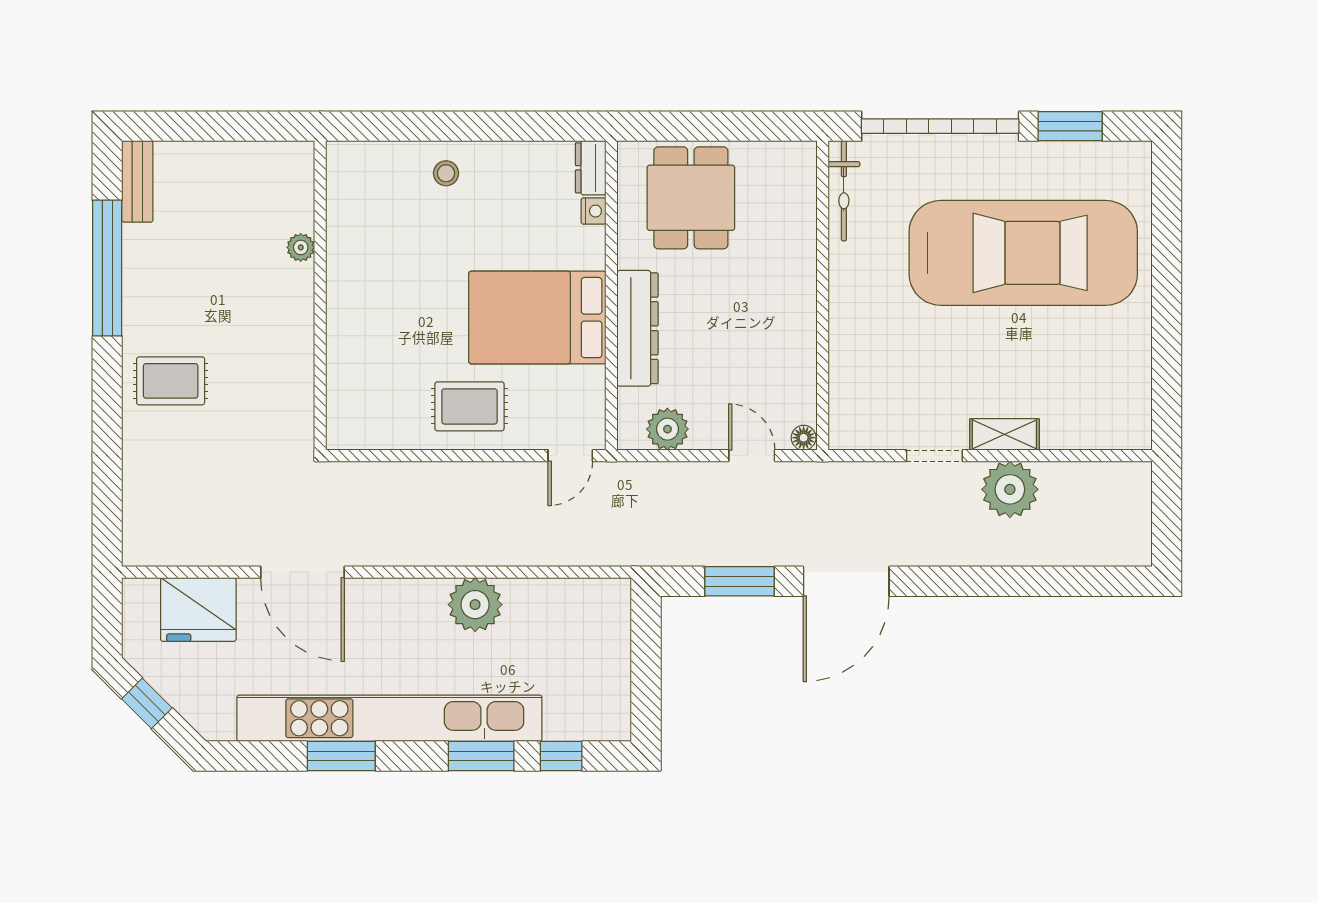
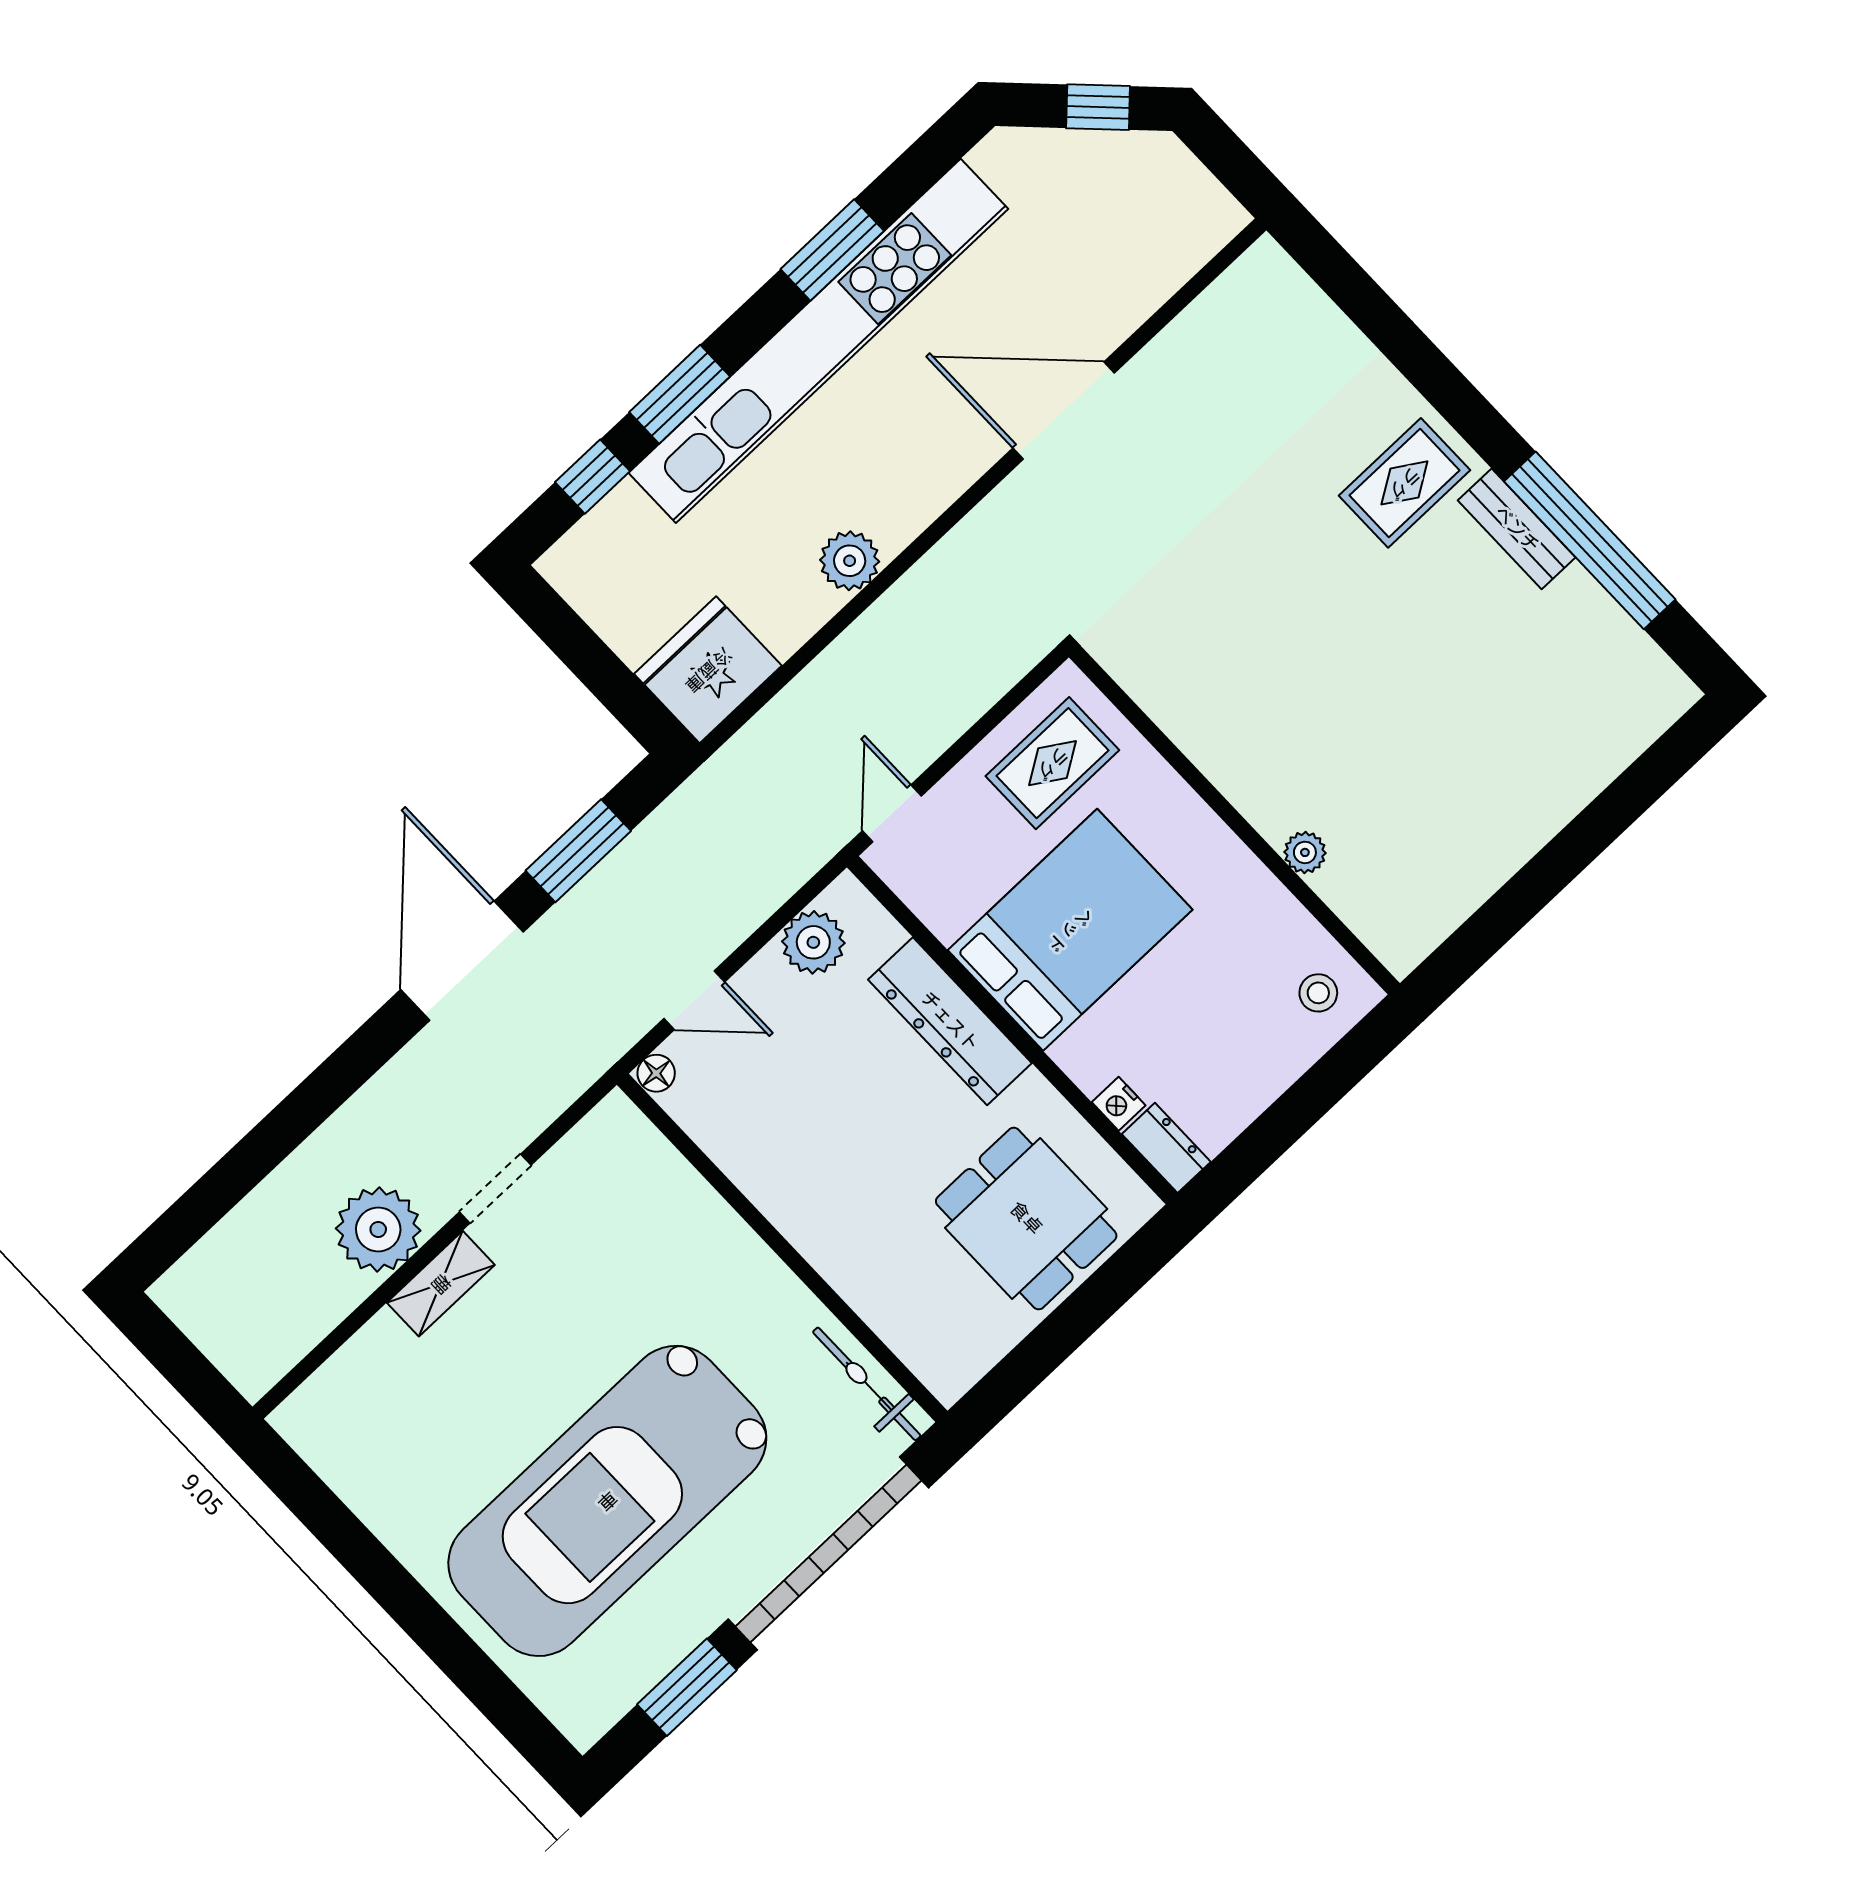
bench: (137, 181) -> (1517, 529), moved
plant: (301, 247) -> (1305, 852), moved
wall: (320, 295) -> (1234, 820), moved
plant: (475, 605) -> (850, 561), width x0.73, depth x0.73
fridge: (198, 610) -> (708, 670), moved

